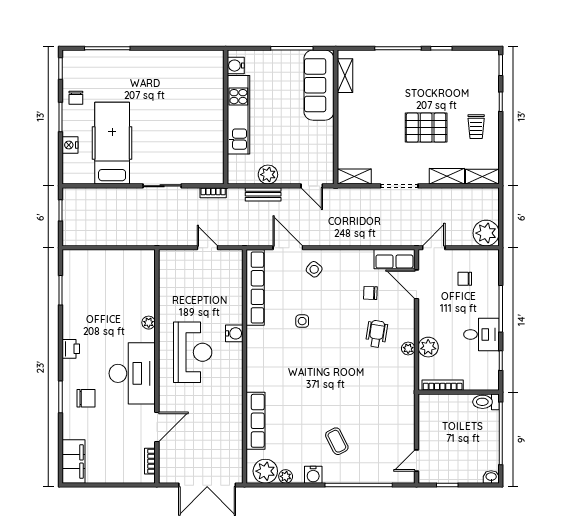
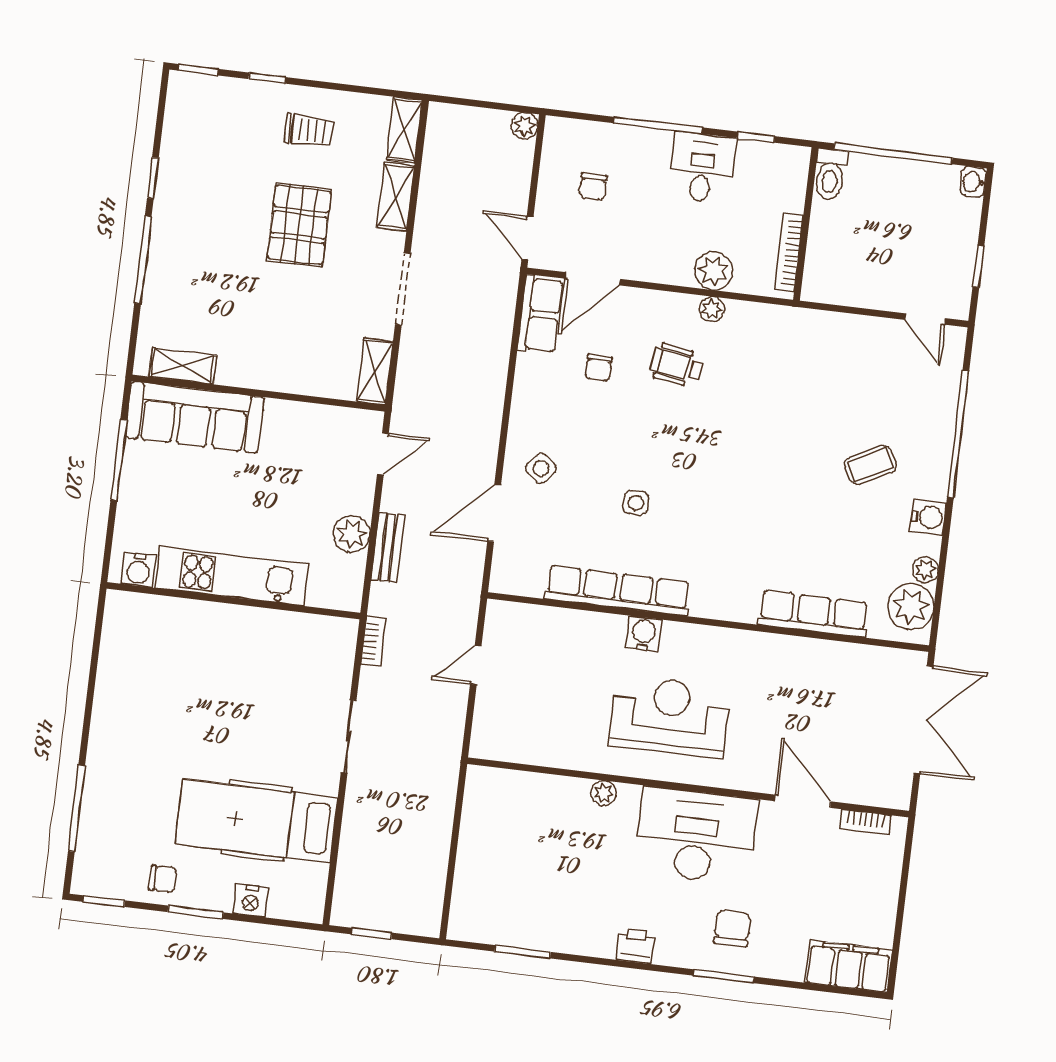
plant: (486, 233) -> (525, 126), width x0.53, depth x0.53
row of seats: (255, 288) -> (618, 591), moved

